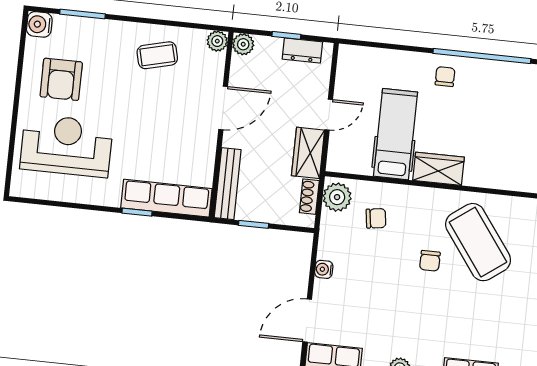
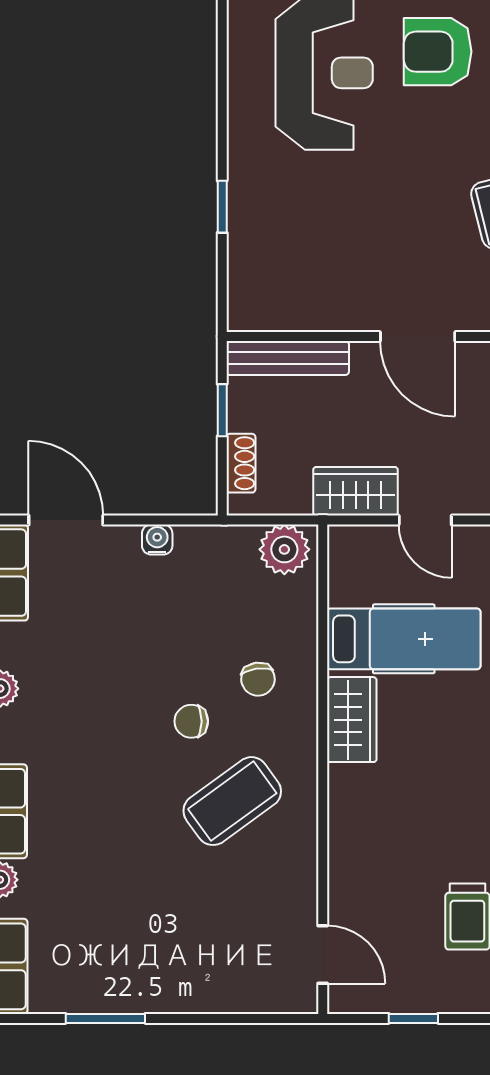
shoe rack: (309, 197) -> (241, 463), moved, turned 90
row of seats: (166, 198) -> (252, 255), removed
chair: (376, 218) -> (258, 679), moved
coffee table: (478, 242) -> (232, 801), width x0.73, depth x0.76

